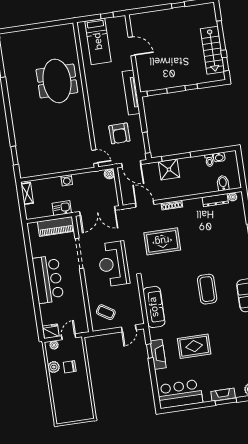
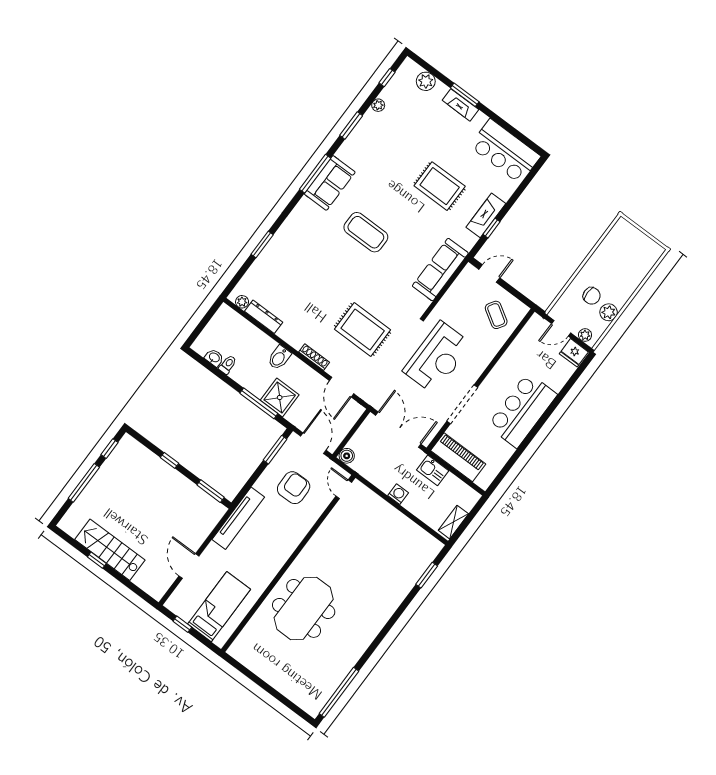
stairs: (212, 50) -> (110, 550), moved, turned -90
bidet: (223, 183) -> (279, 358), moved
coffee table: (207, 289) -> (366, 232), turned 90

